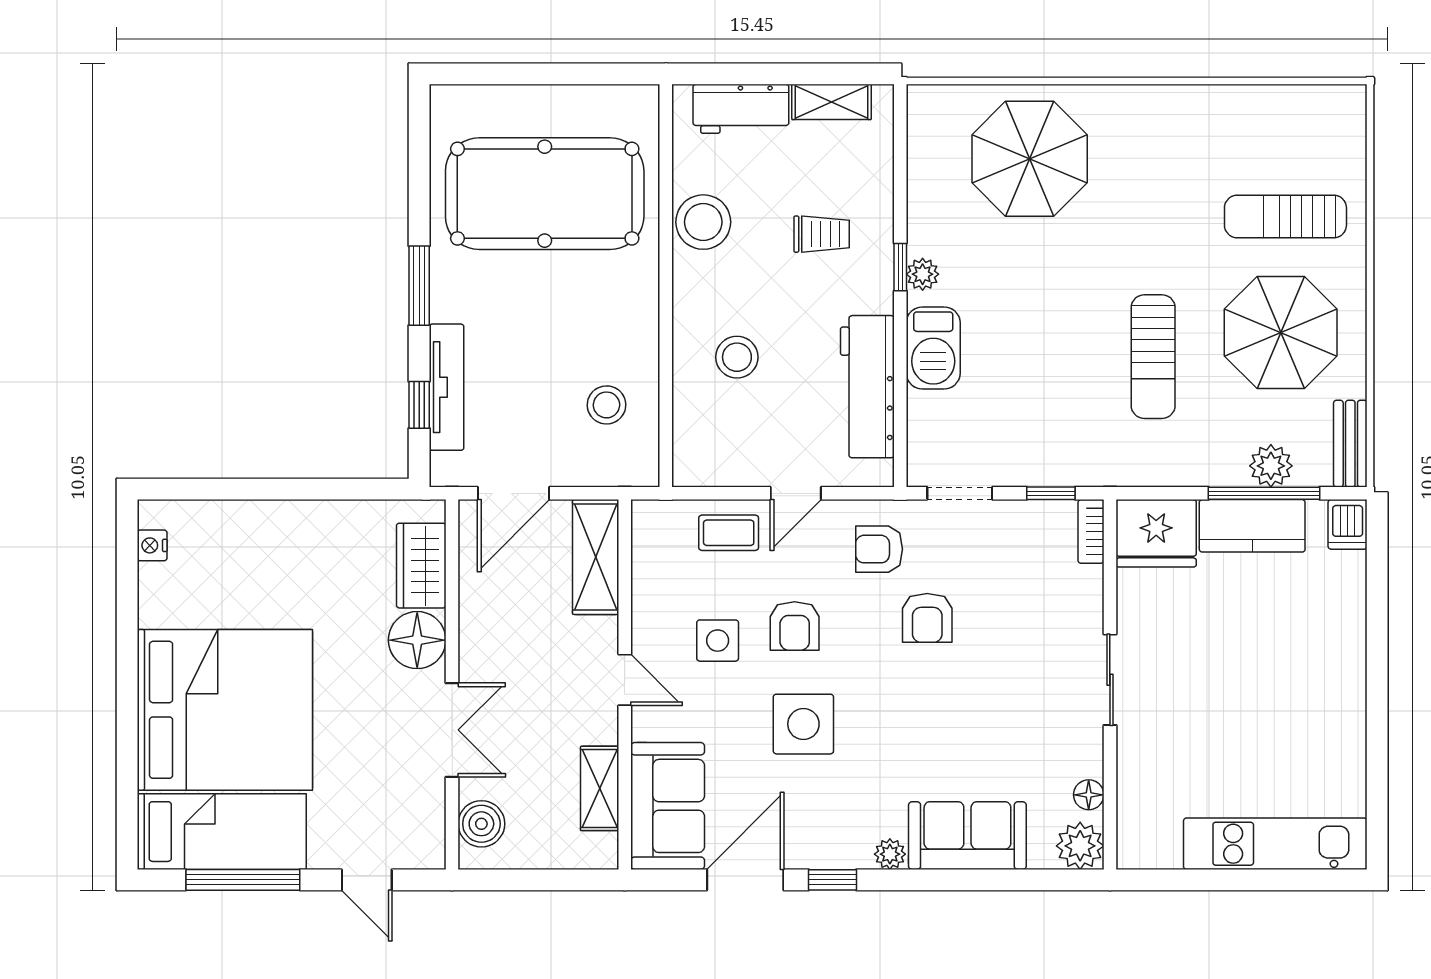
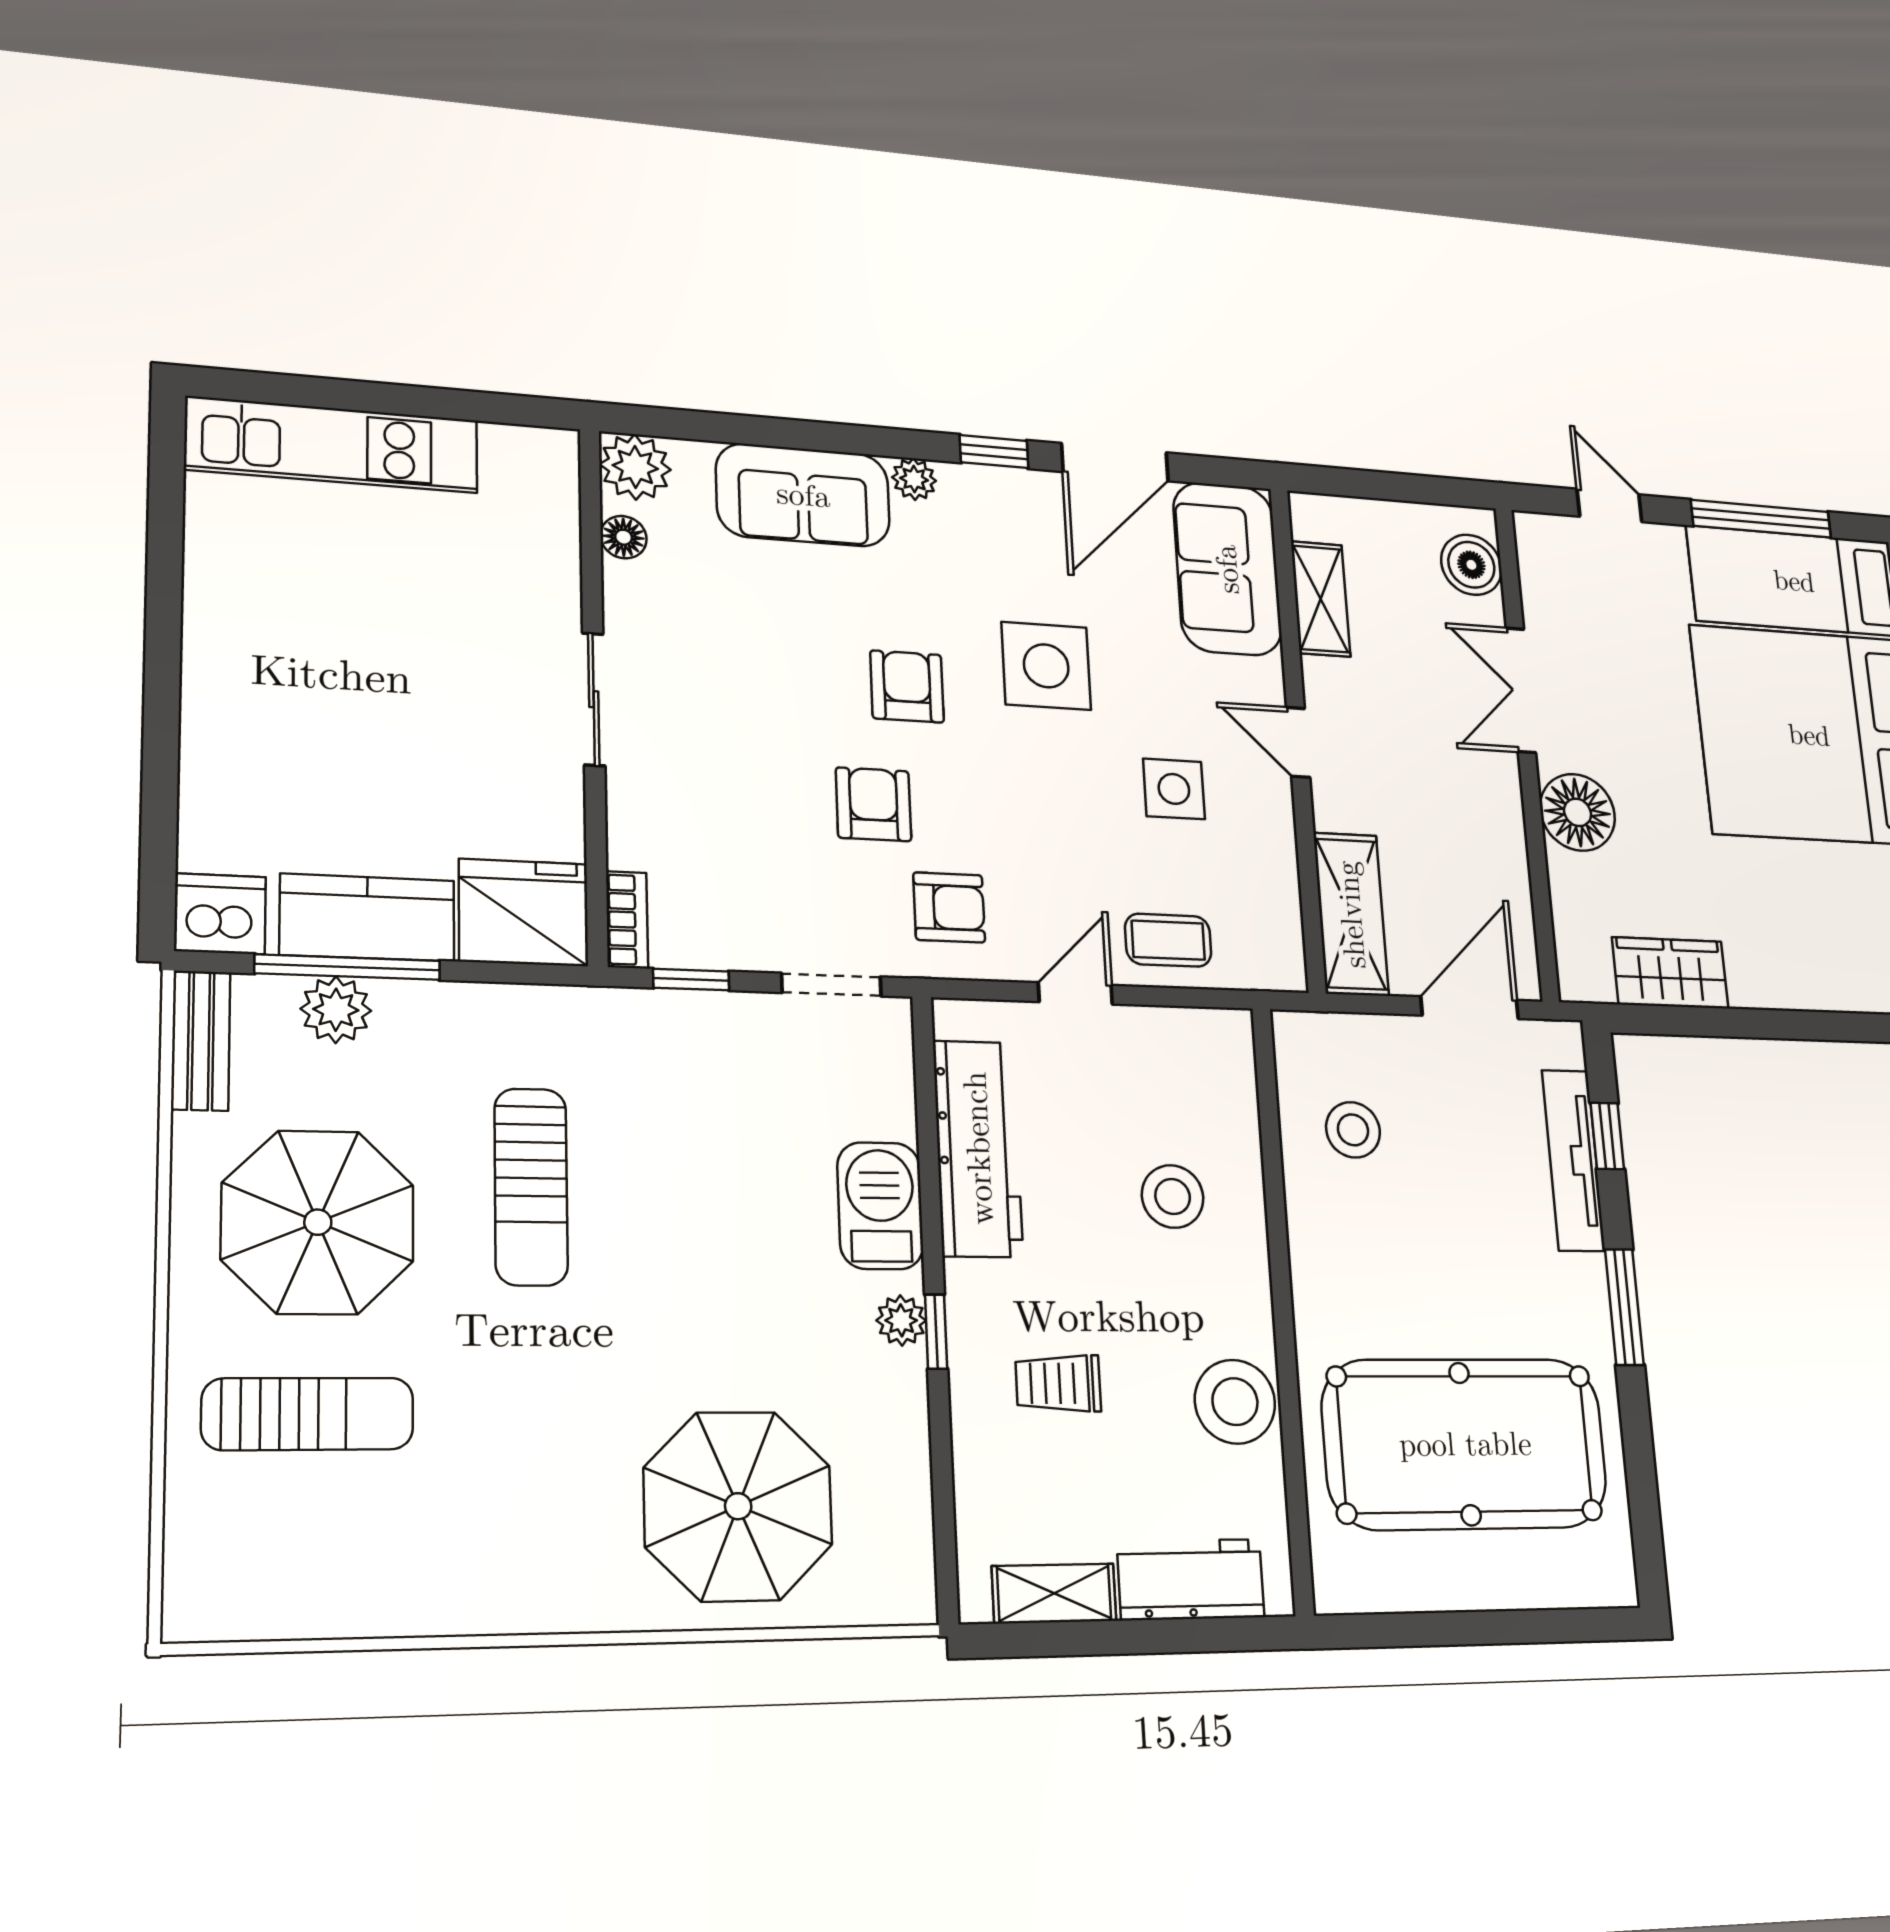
sun lounger: (1153, 357) -> (531, 1187), turned 180
dishwasher: (1348, 524) -> (220, 914), width x1.38
wardrobe: (421, 566) -> (1670, 973), moved, turned -90
armchair: (795, 626) -> (907, 686), moved

